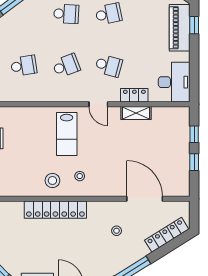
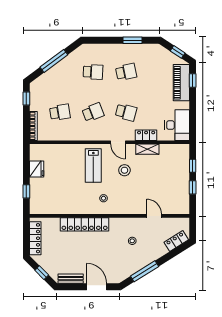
stool: (52, 181) -> (124, 170), moved
door: (145, 199) -> (154, 216), width x0.53
locker: (167, 235) -> (176, 241), width x0.66

